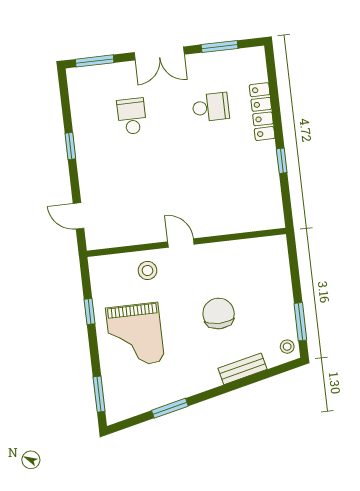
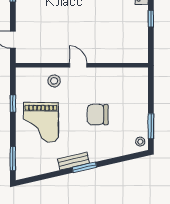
chair: (219, 314) -> (98, 115), turned -90
bench: (243, 369) -> (73, 161), moved
window: (170, 408) -> (84, 167), moved

